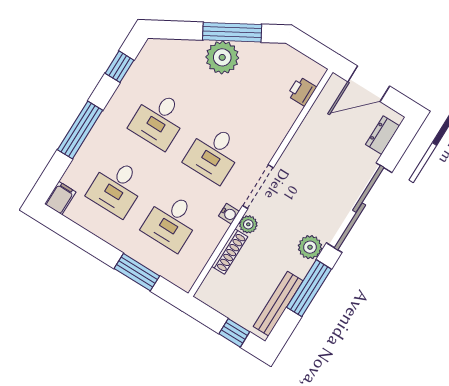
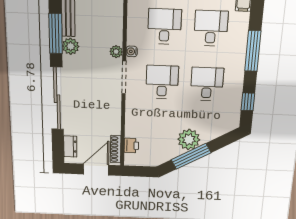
plant: (310, 247) -> (71, 46), moved
shoe rack: (230, 252) -> (116, 149), moved

